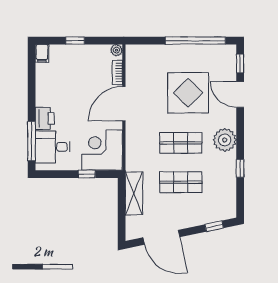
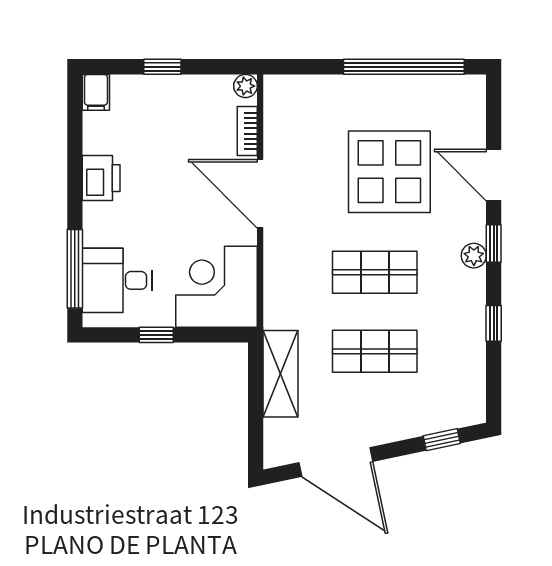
window: (240, 63) -> (494, 244), moved
door: (124, 104) -> (260, 194), hinge flipped
printer: (45, 118) -> (101, 178), moved
plant: (225, 140) -> (474, 256), width x0.53, depth x0.53
window: (87, 174) -> (156, 335), moved

